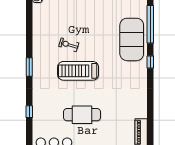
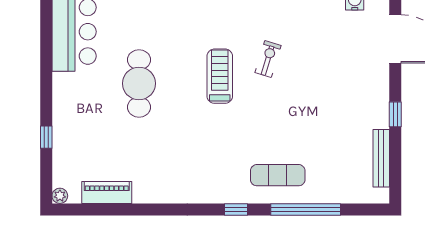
exercise mat: (132, 39) -> (278, 175), width x0.50, depth x0.69
treadmill: (78, 71) -> (220, 76), width x0.73, depth x0.73

